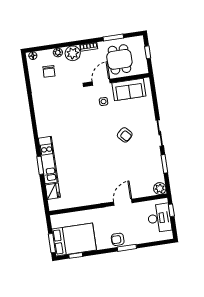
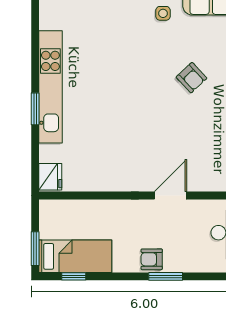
kitchen unit: (48, 160) -> (50, 87), width x1.36
fridge: (53, 191) -> (50, 177), moved
bed: (74, 240) -> (75, 256), width x0.67

